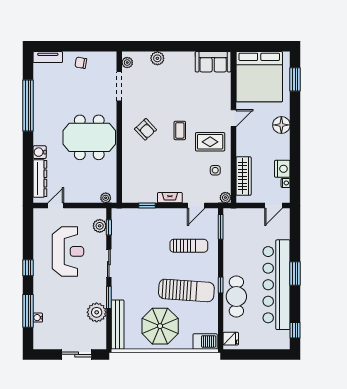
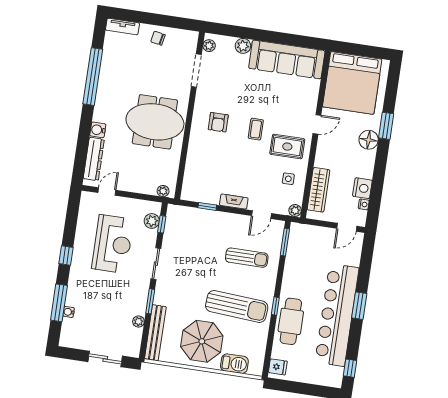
sofa: (213, 62) -> (287, 59), width x1.85, depth x1.27
window: (295, 79) -> (386, 126), moved
armchair: (146, 129) -> (218, 122), turned 43
plant: (97, 312) -> (139, 321), width x0.53, depth x0.53
barbecue: (205, 342) -> (234, 364), moved

